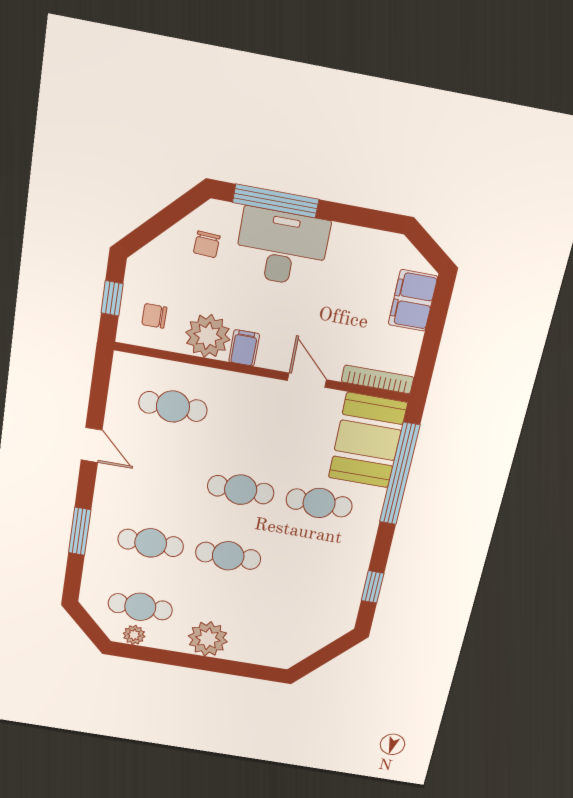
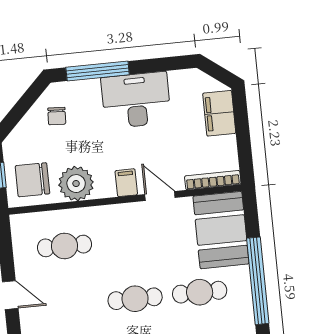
desk: (282, 247) -> (136, 100), moved
chair: (154, 316) -> (32, 180), width x1.87, depth x1.87
filing cabinet: (244, 348) -> (126, 183), moved
window: (400, 474) -> (258, 281), moved

